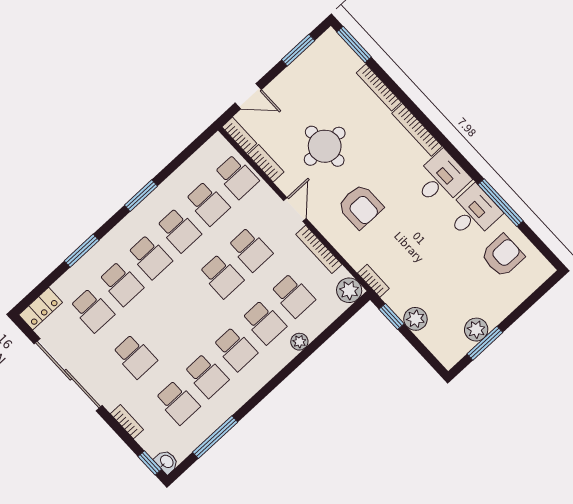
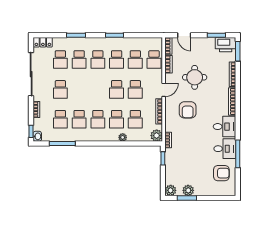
printer: (326, 51) -> (226, 45), added
plant: (415, 319) -> (171, 190), moved

